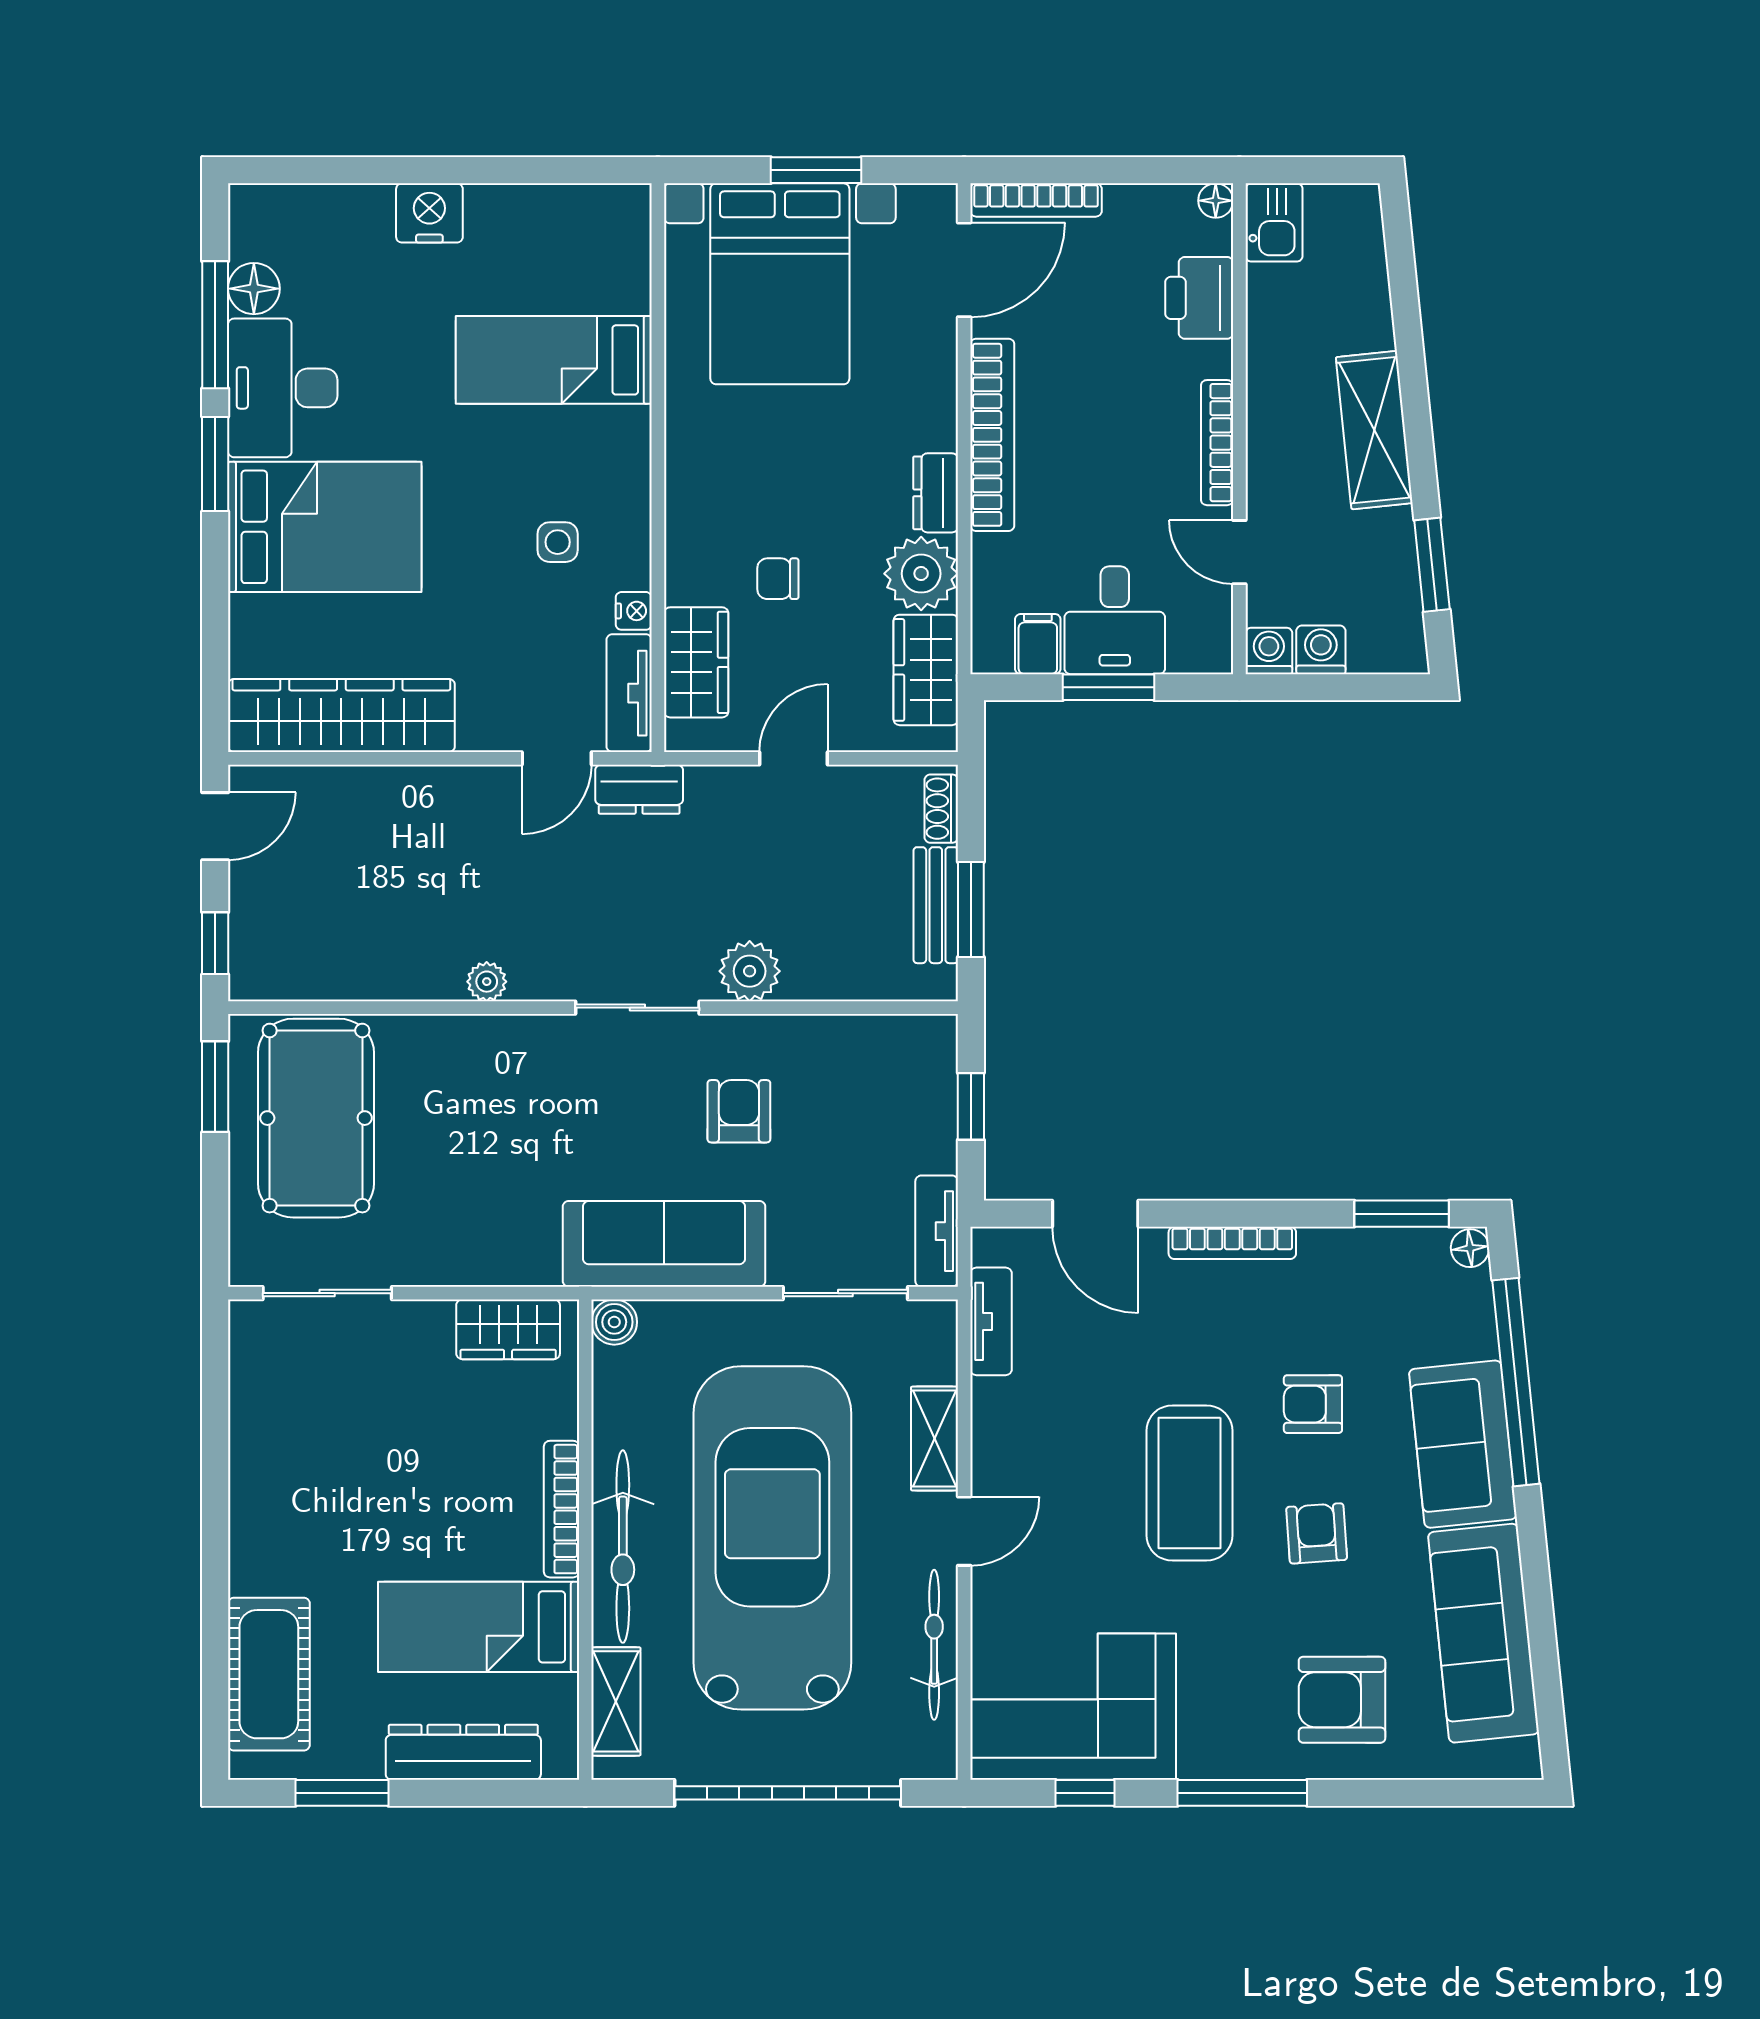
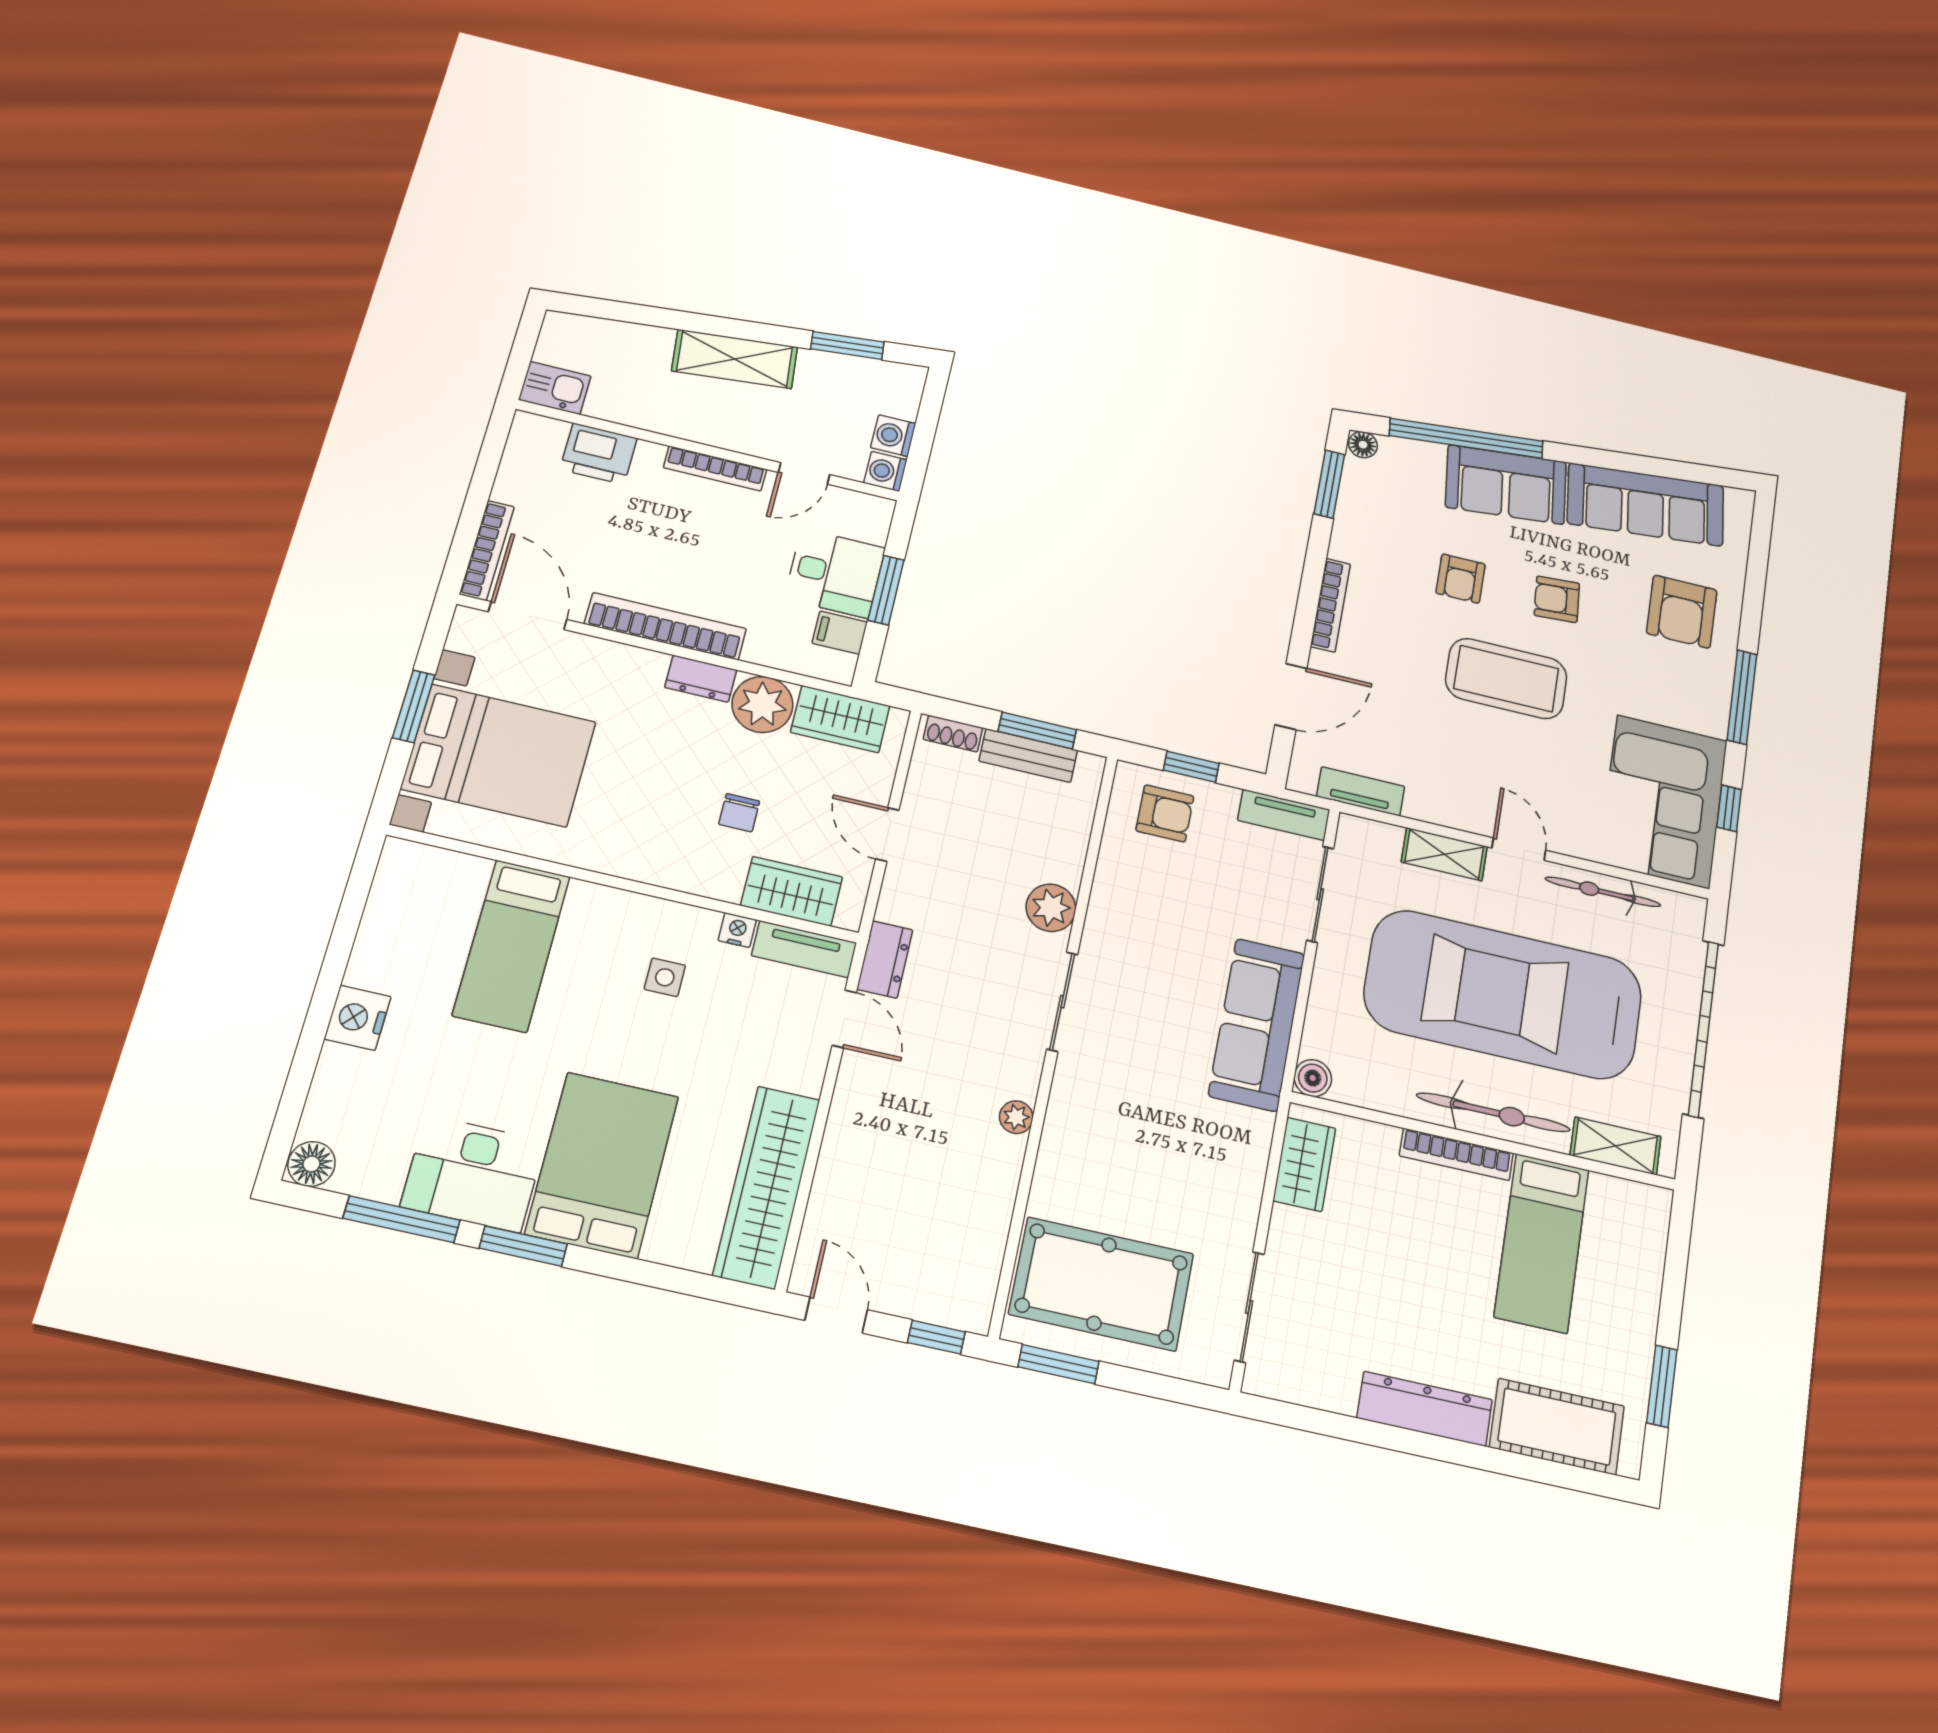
floor lamp: (1216, 201) -> (526, 424), removed
floor lamp: (254, 289) -> (311, 1164), moved
armchair: (739, 1111) -> (1165, 813), moved, turned 180
dresser: (463, 1752) -> (1425, 1409), moved, turned 90

